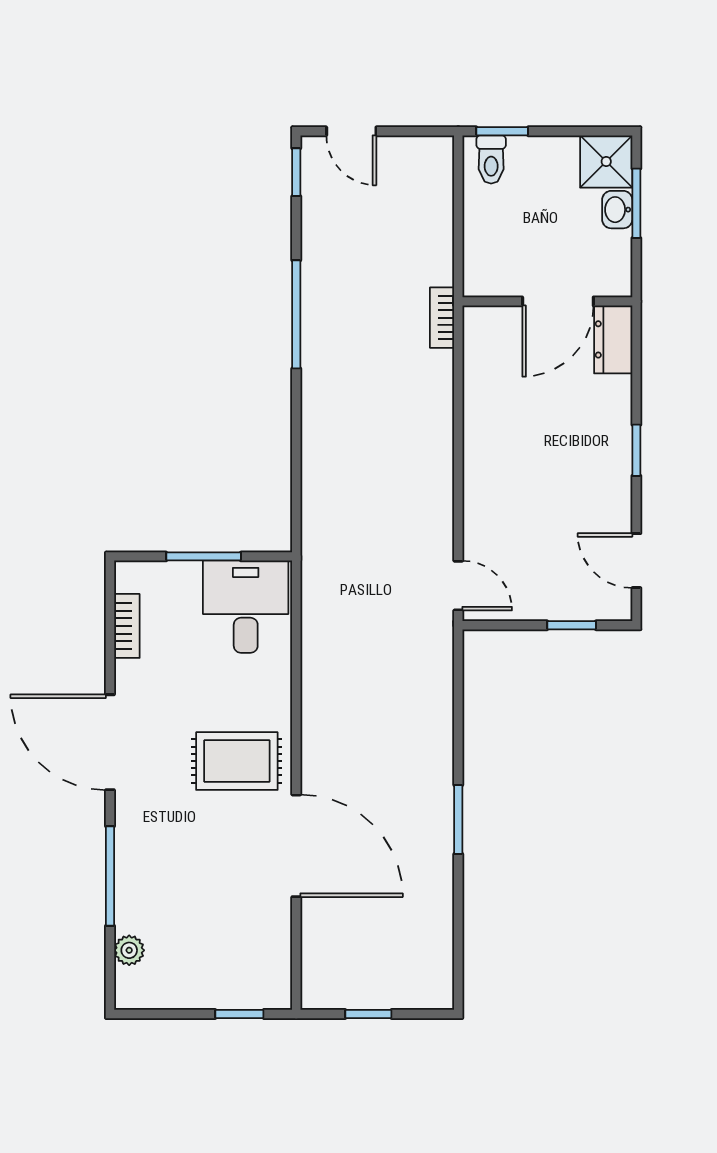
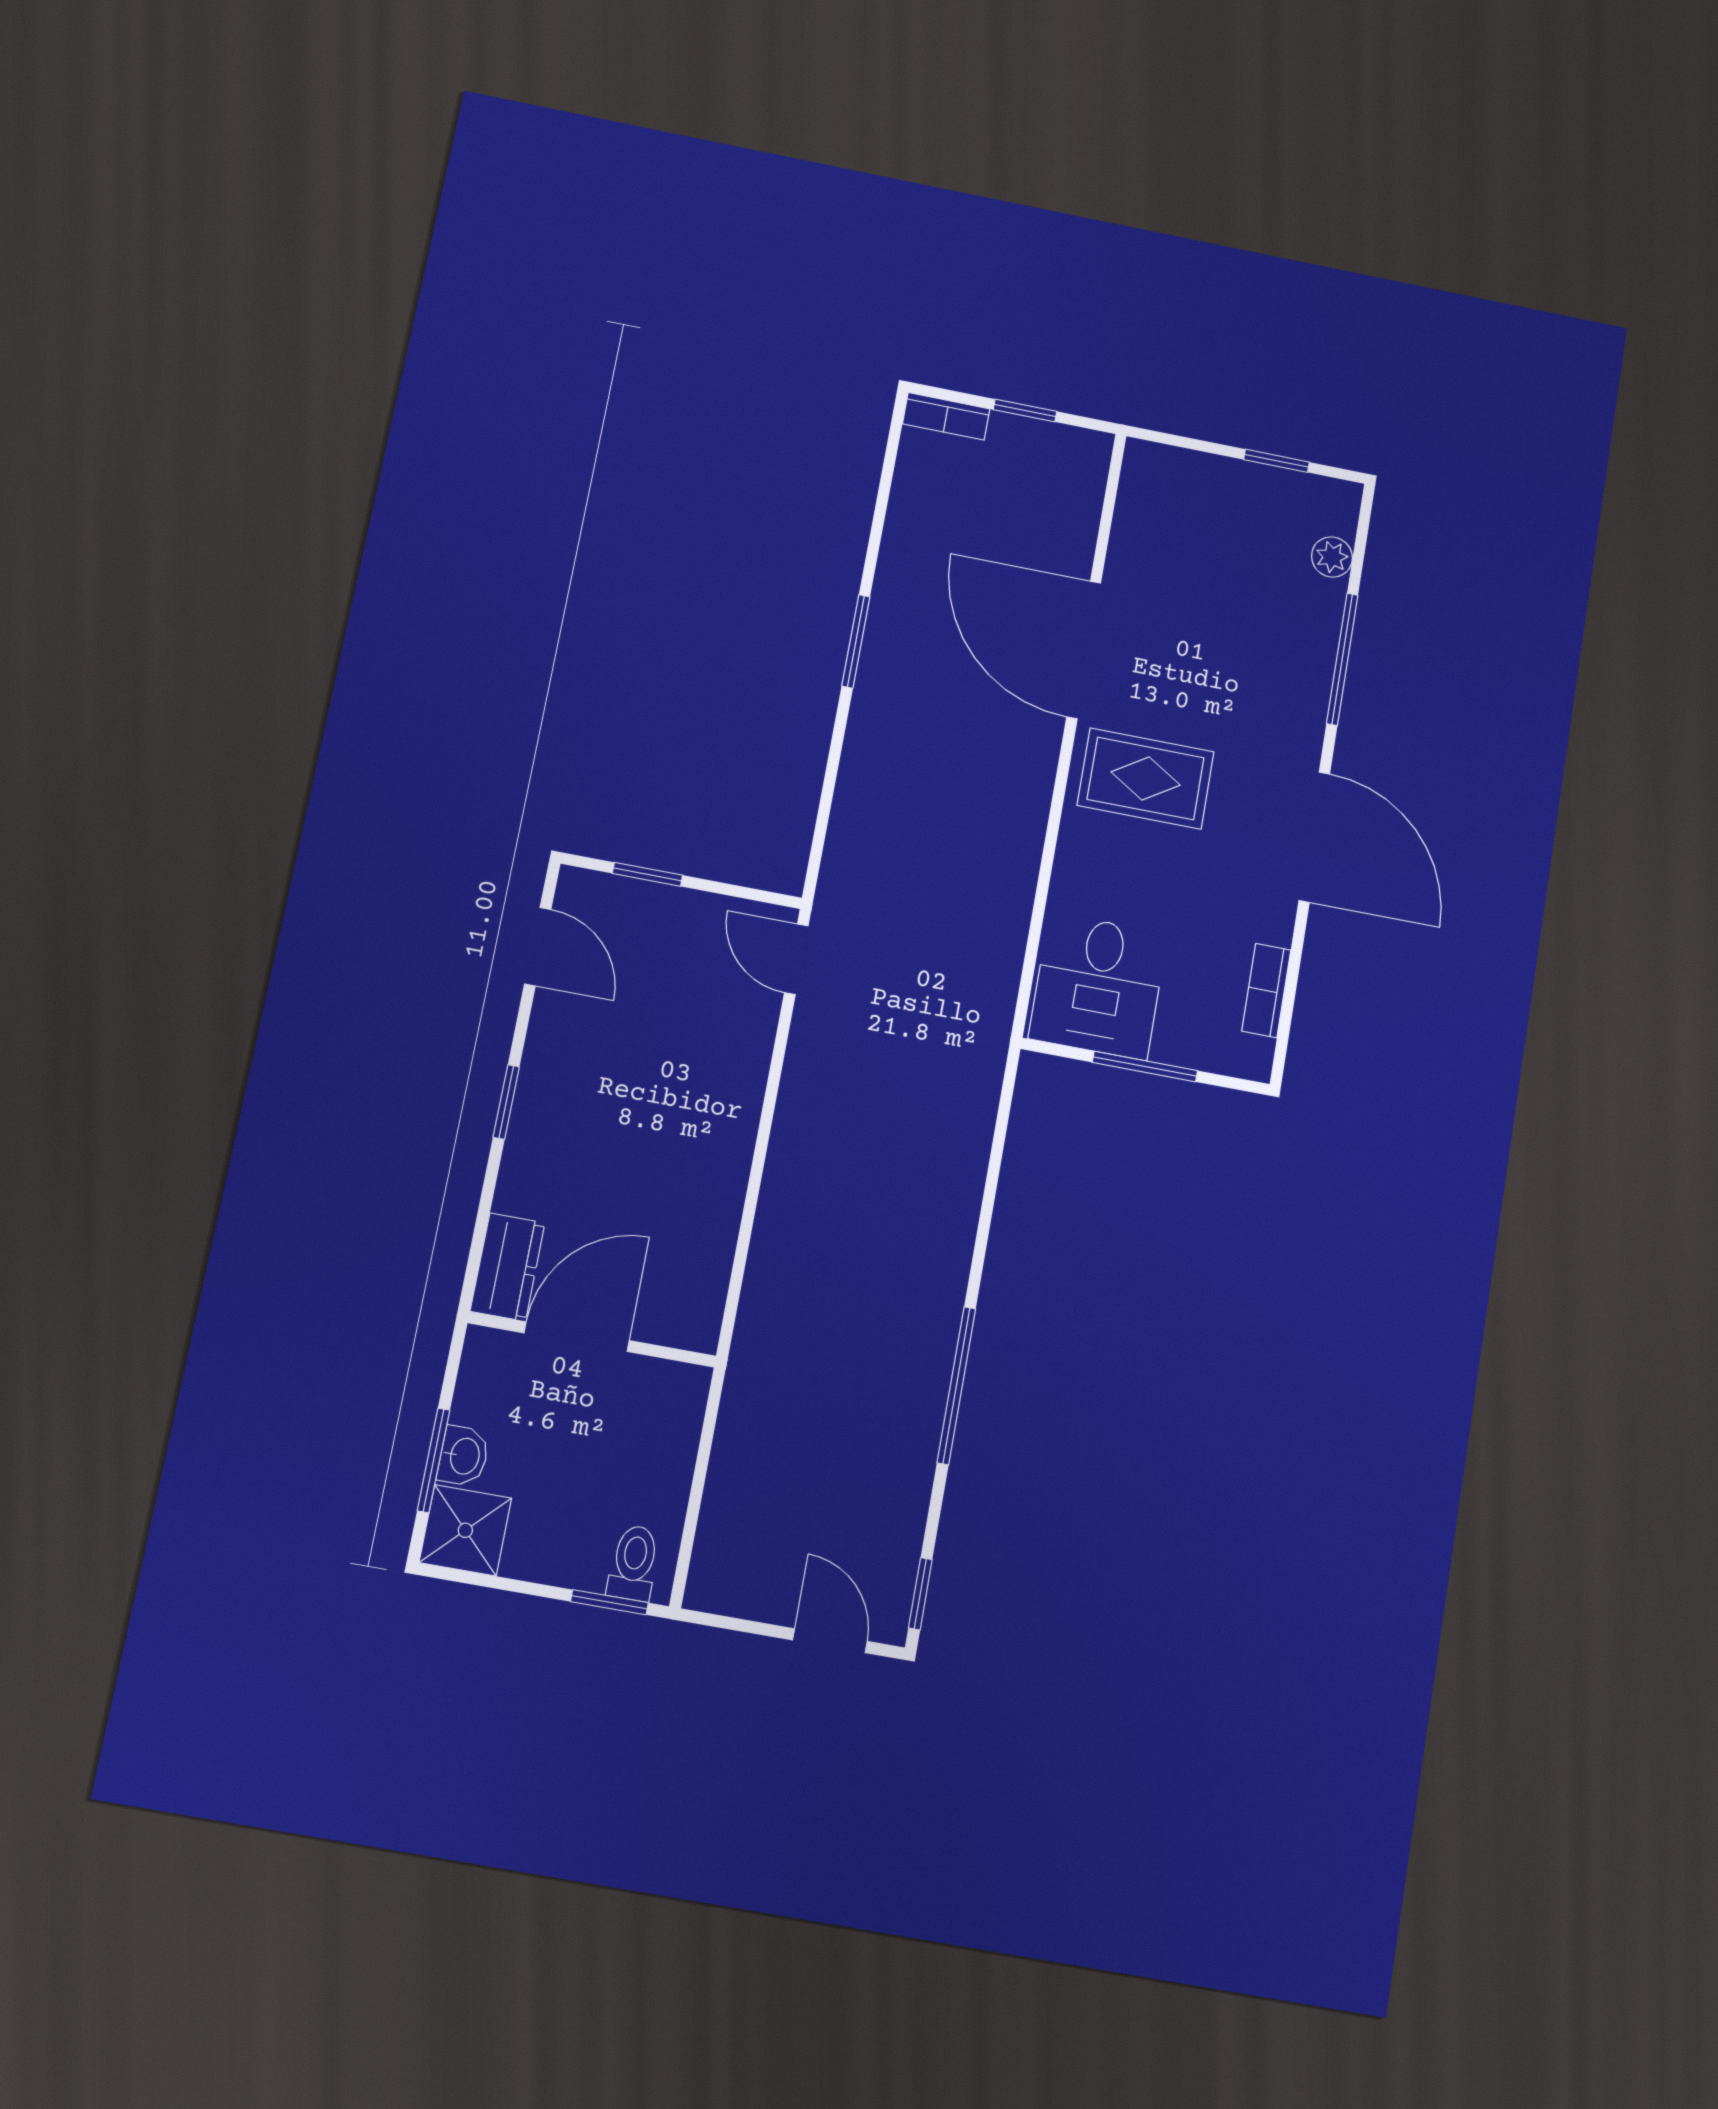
bookcase: (442, 318) -> (946, 416), moved, turned 90
window: (239, 1014) -> (1277, 461), moved

